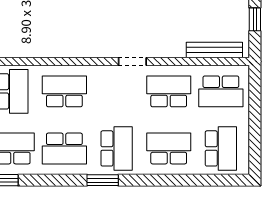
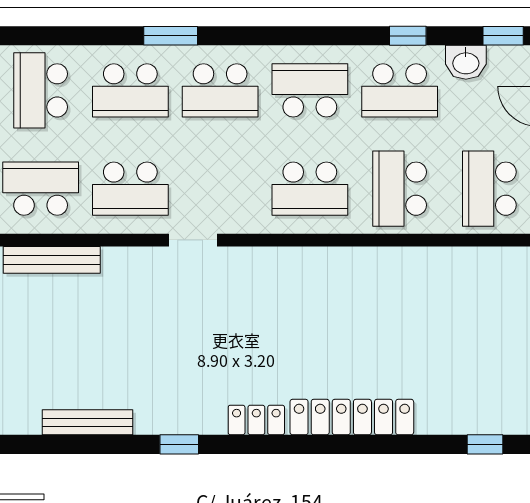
school desk: (117, 148) -> (220, 90), turned -90
window: (103, 180) -> (171, 36), moved

